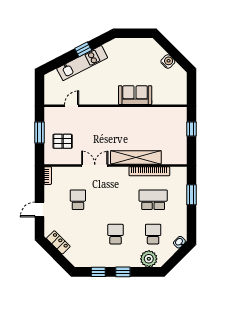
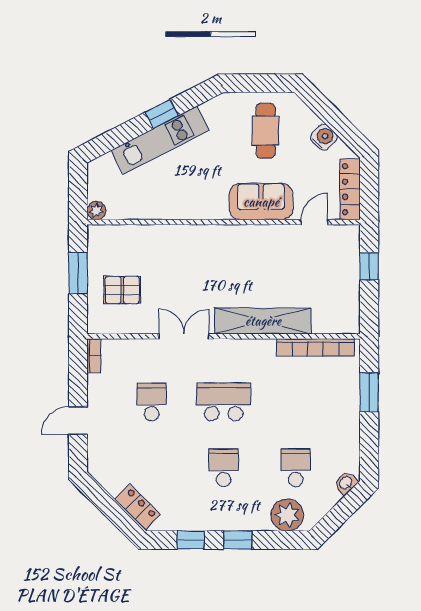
cafe table: (137, 58) -> (266, 131), added
locker: (182, 89) -> (350, 189), added
plant: (49, 100) -> (96, 211), added
door: (72, 106) -> (314, 222), moved
bookcase: (149, 171) -> (315, 347), moved
school desk: (153, 200) -> (224, 402), moved
locker: (58, 242) -> (138, 507), moved

